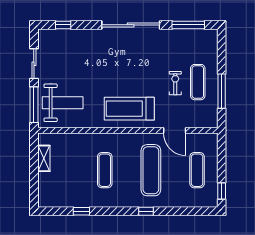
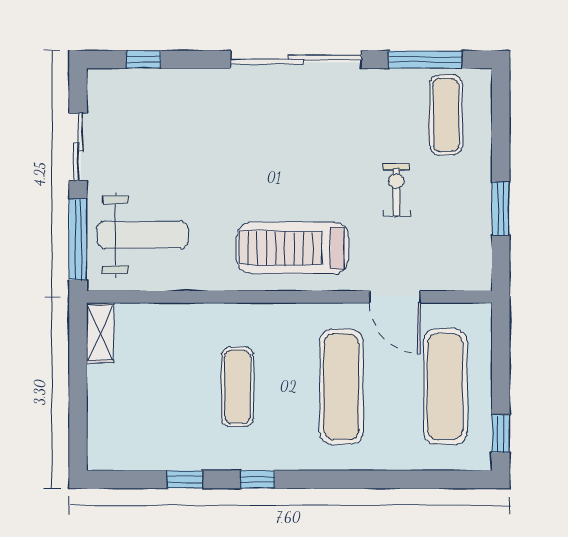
exercise mat: (198, 82) -> (446, 115), moved
window: (222, 91) -> (501, 209), width x0.69
shelving: (44, 158) -> (100, 333), moved
exercise mat: (197, 170) -> (445, 387), width x1.36, depth x1.45
window: (146, 211) -> (257, 479), moved

